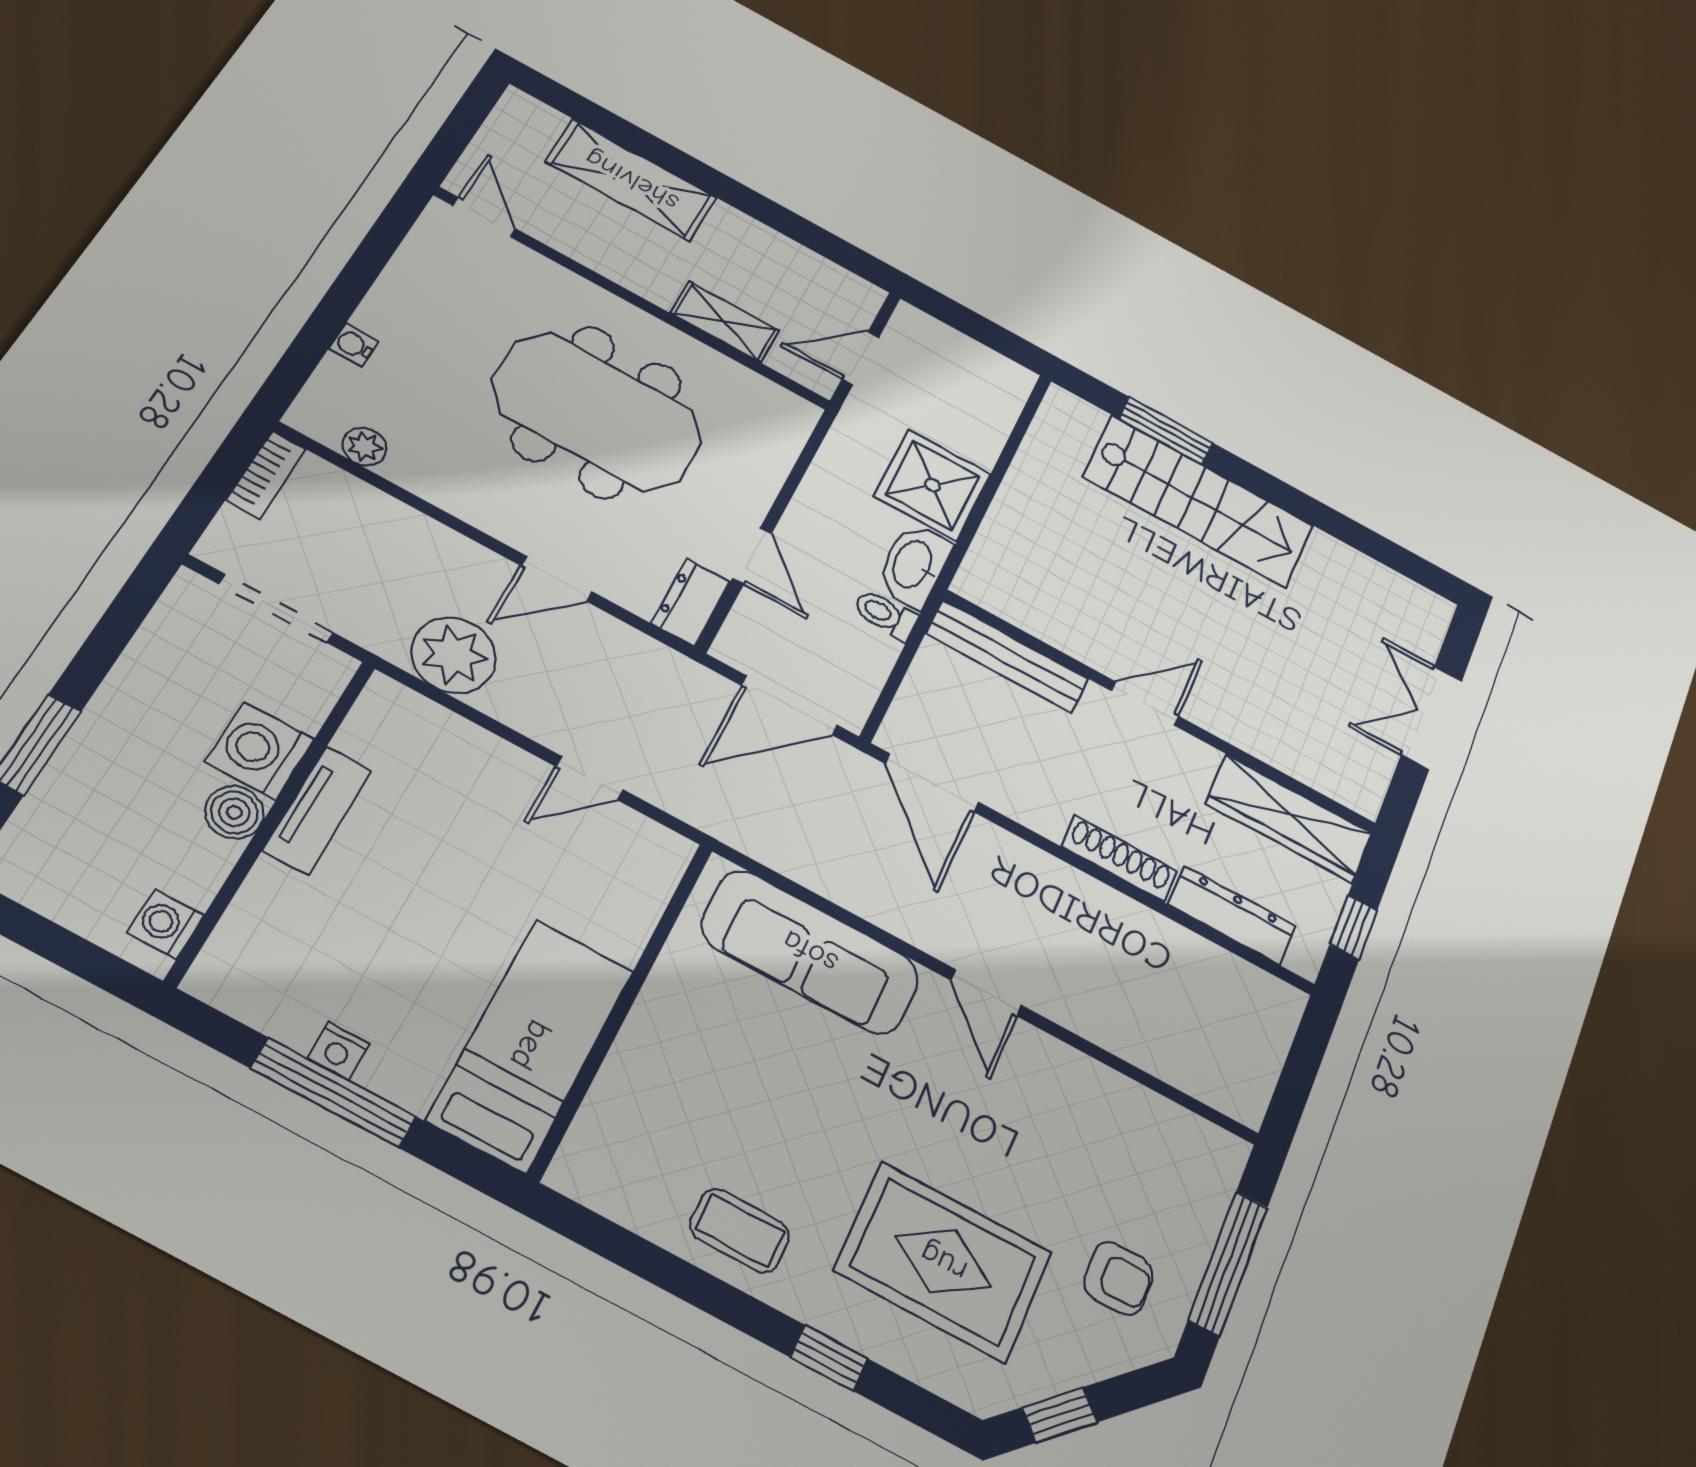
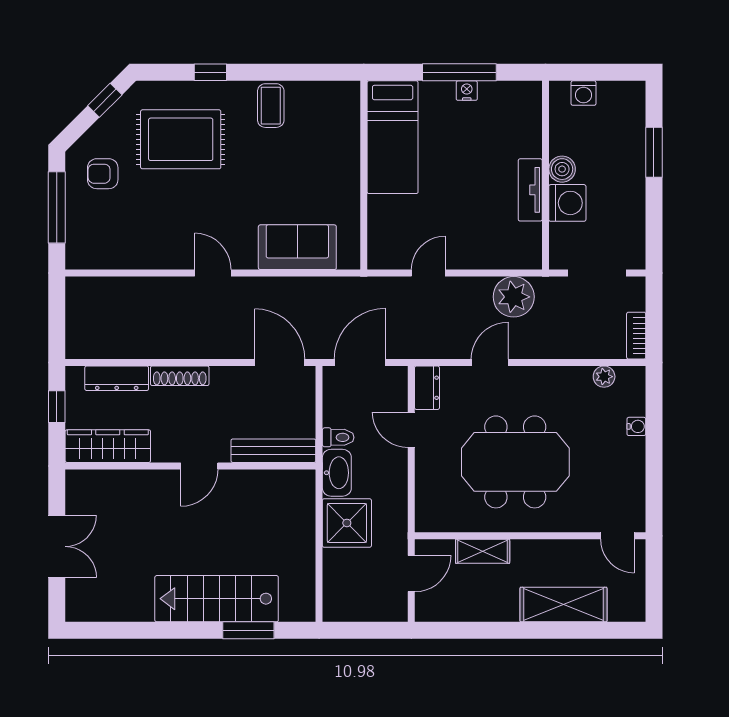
washing machine: (166, 924) -> (584, 93), moved, turned 90
sofa: (810, 952) -> (297, 247), width x0.73
coffee table: (740, 1231) -> (271, 106), turned 90

